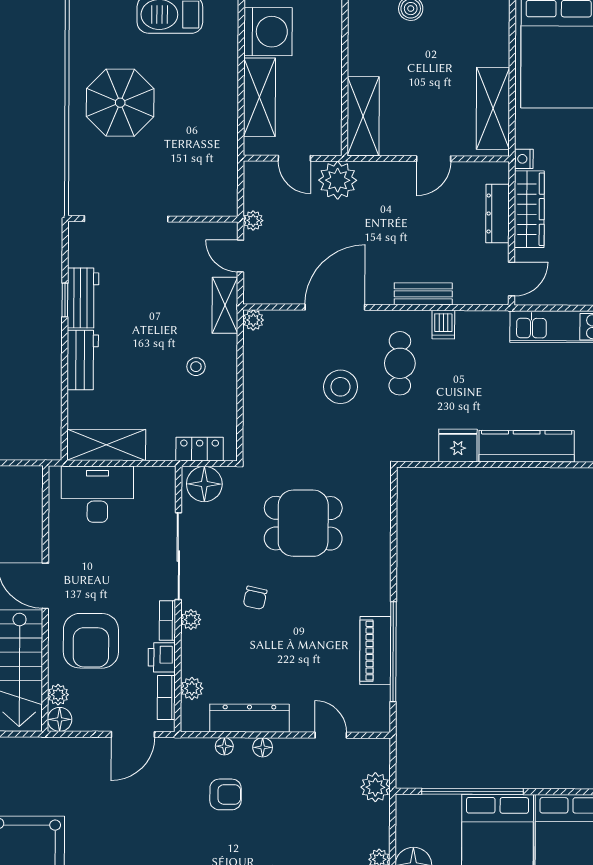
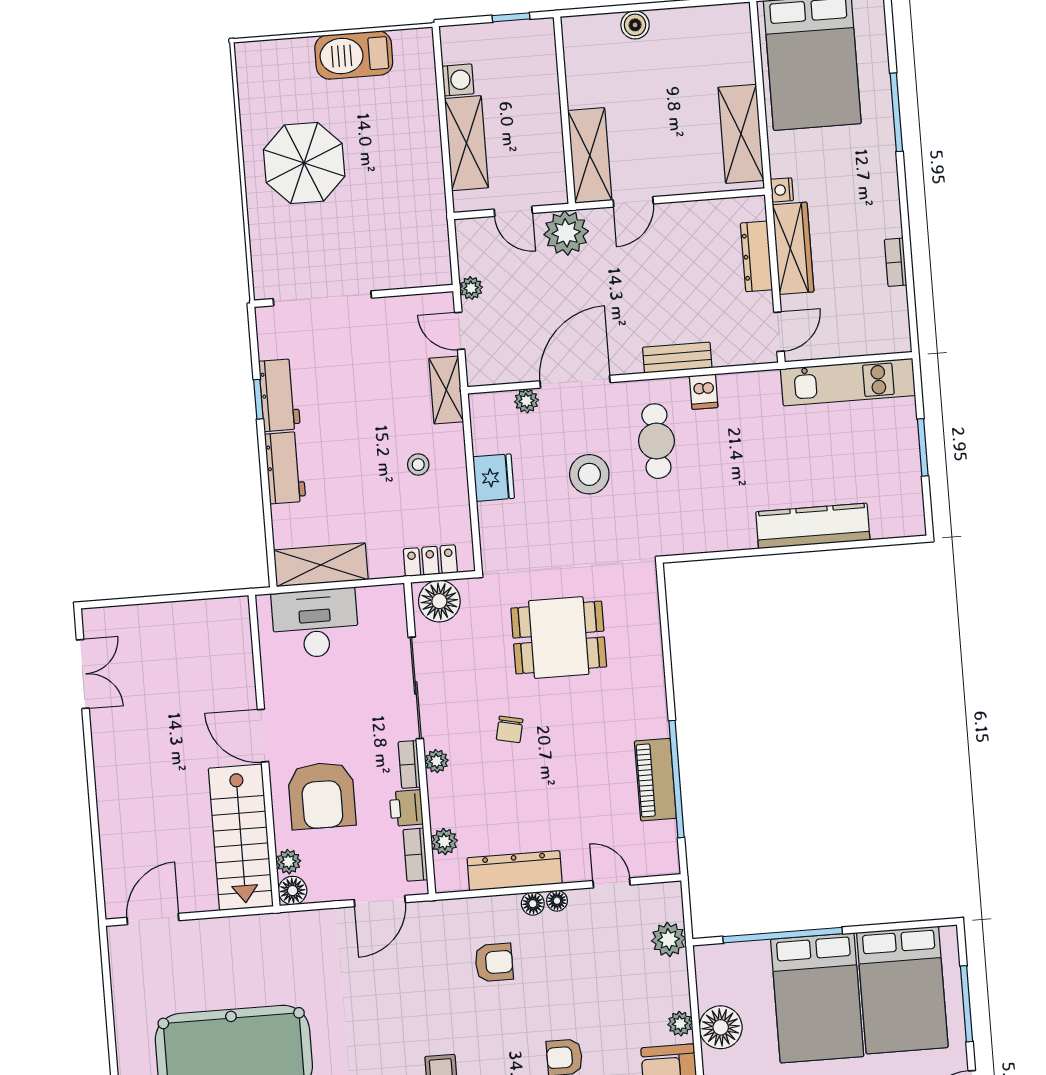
washing machine: (268, 32) -> (458, 80), width x0.53, depth x0.53
door: (434, 159) -> (633, 202), moved
plant: (253, 320) -> (526, 401), moved
fridge: (458, 445) -> (494, 478), moved, turned 90
floor lamp: (224, 746) -> (557, 901), moved

